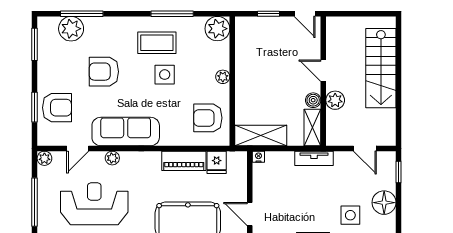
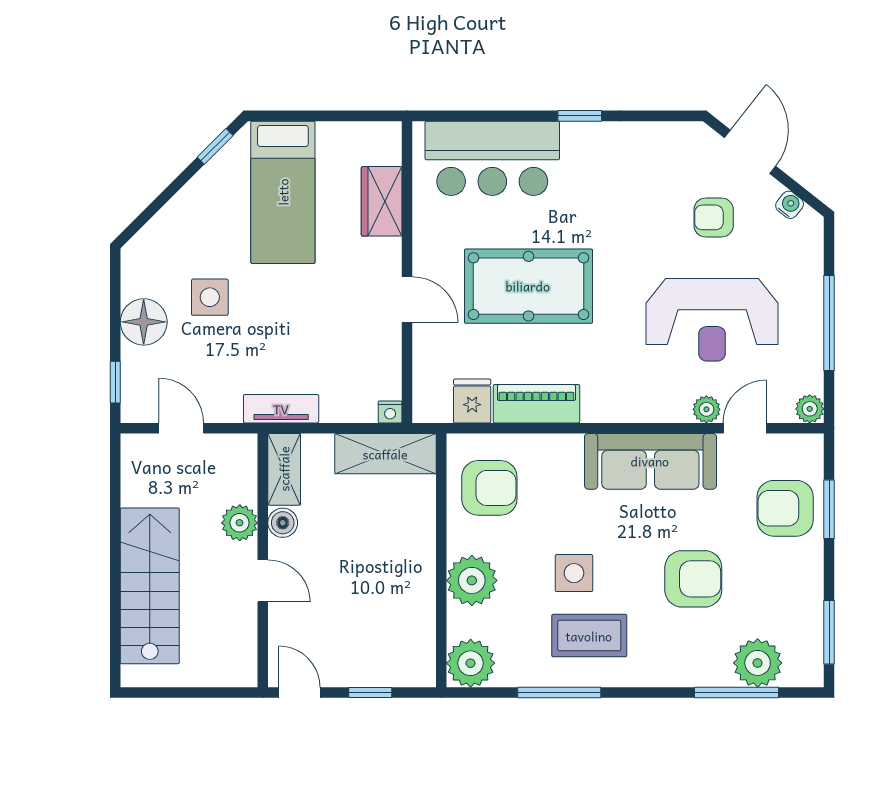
plant: (223, 77) -> (472, 580), width x1.88, depth x1.88
plant: (112, 158) -> (706, 409), moved

